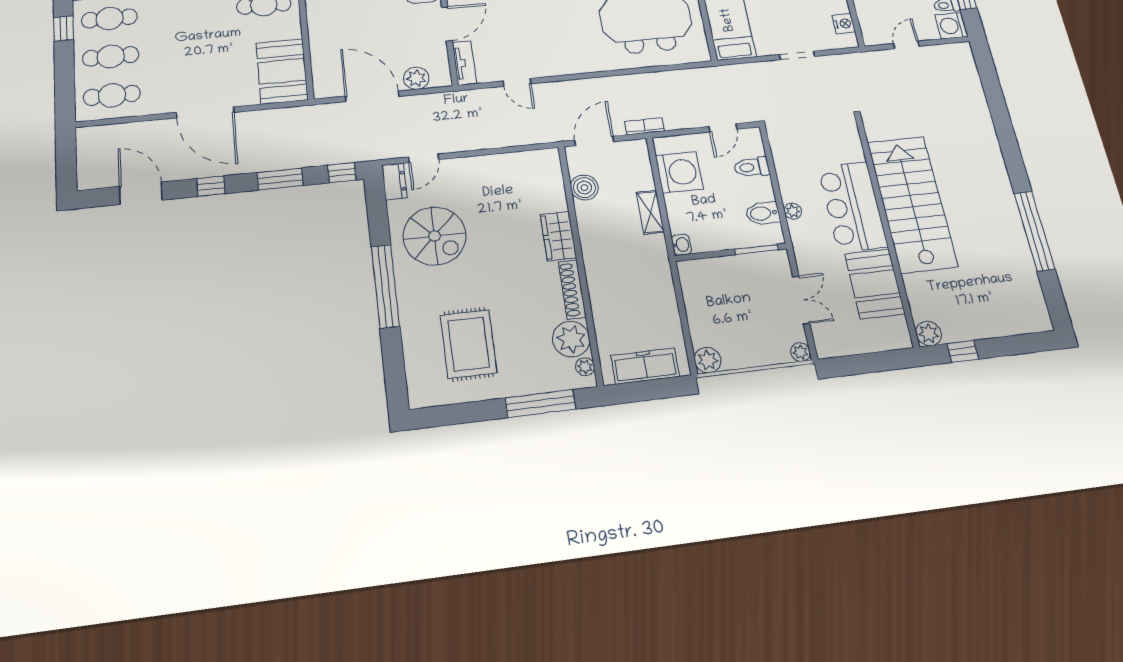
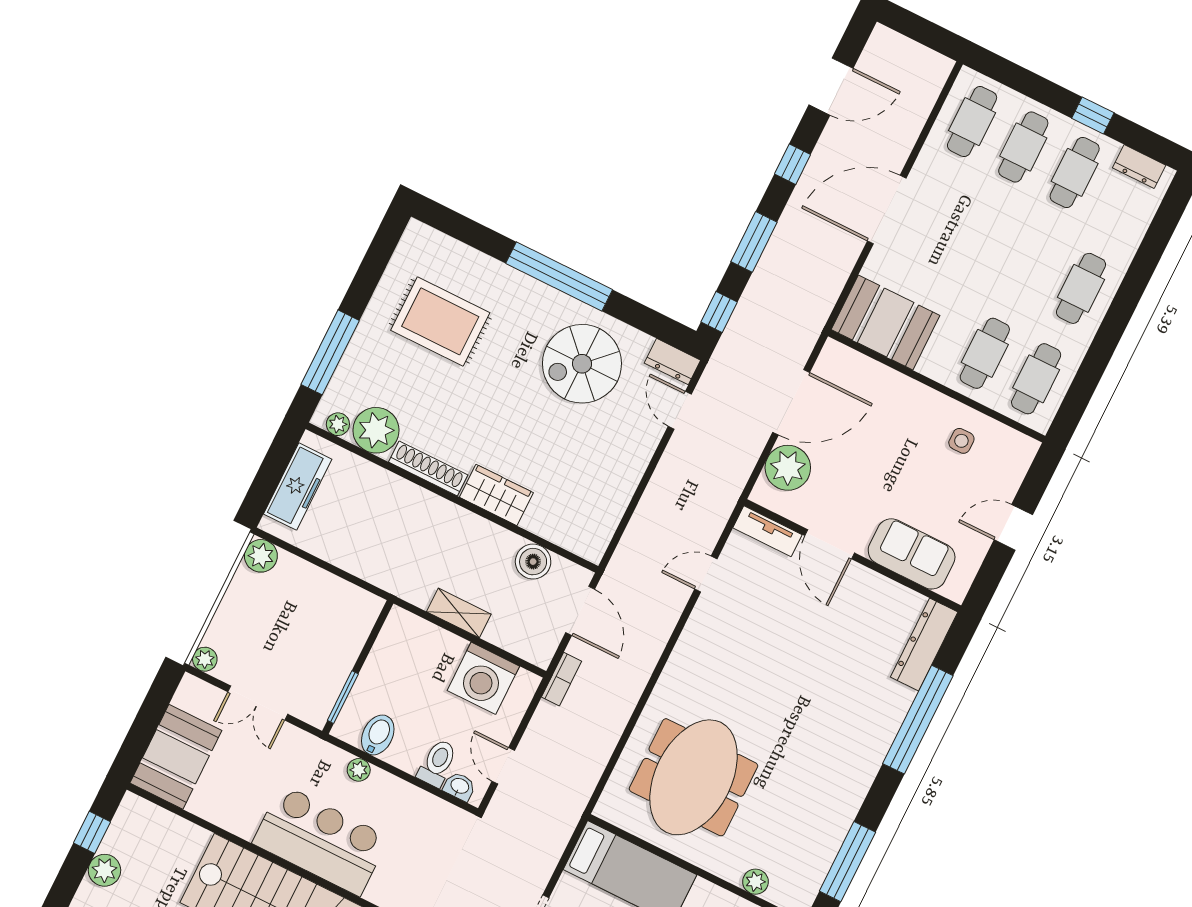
plant: (416, 78) -> (788, 468), width x1.36, depth x1.36
washbasin: (681, 245) -> (460, 786), moved, turned 180
booth: (875, 284) -> (176, 757), moved, turned 90
plant: (929, 333) -> (104, 870), moved

